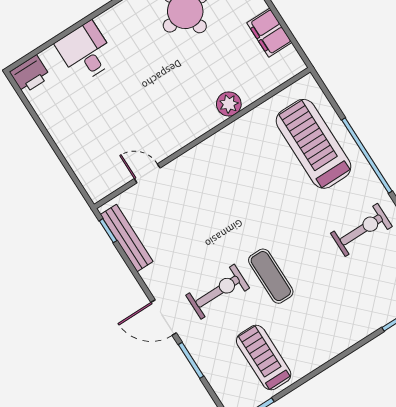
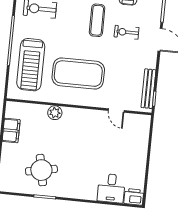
desk: (86, 52) -> (111, 188), moved
exercise mat: (239, 183) -> (78, 74), added
exercise bike: (218, 292) -> (127, 32), width x0.73, depth x0.72

